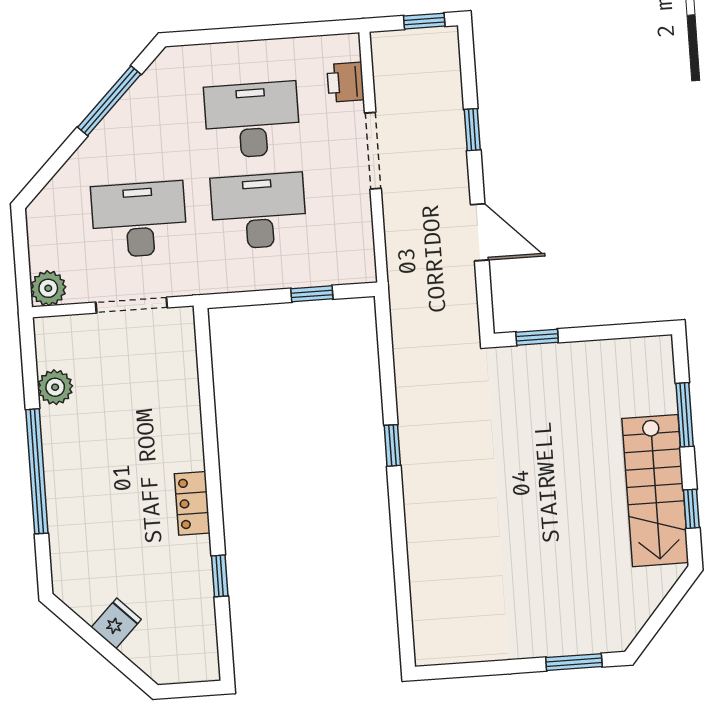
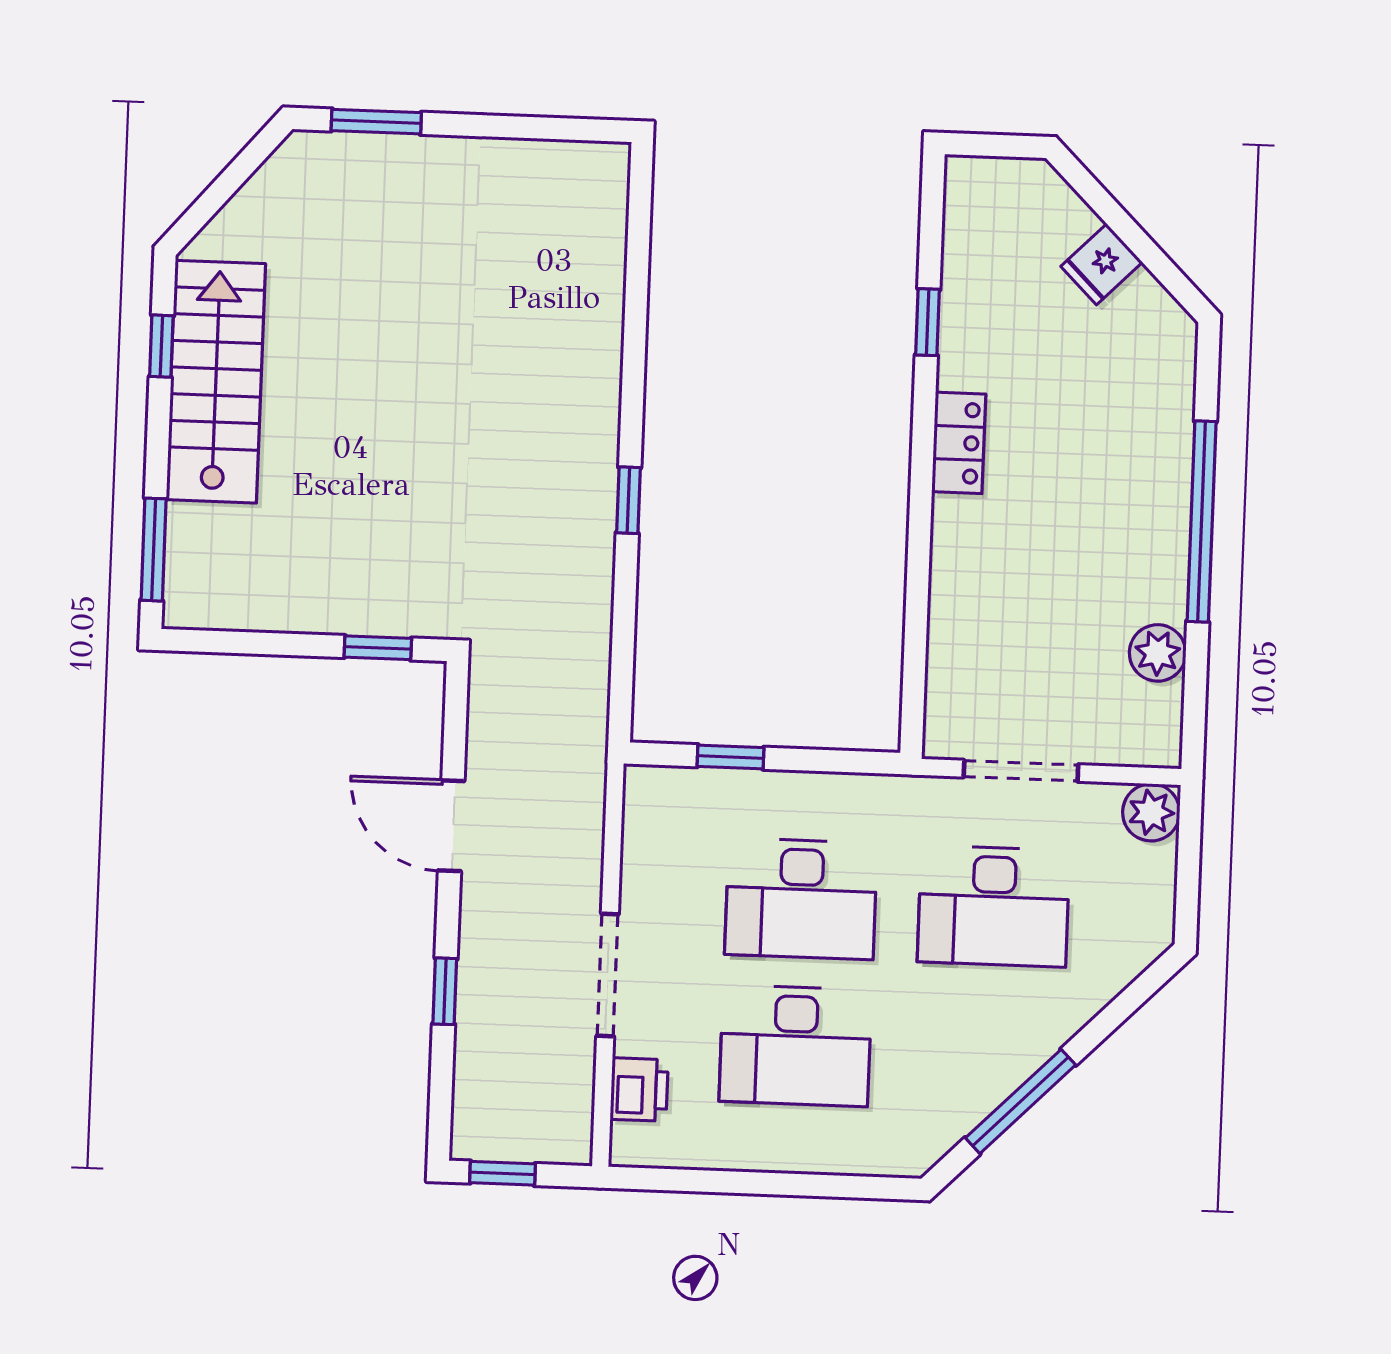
window: (685, 415) -> (154, 550), moved

